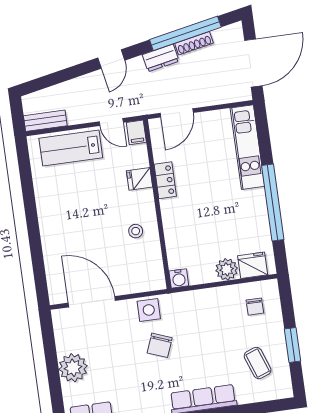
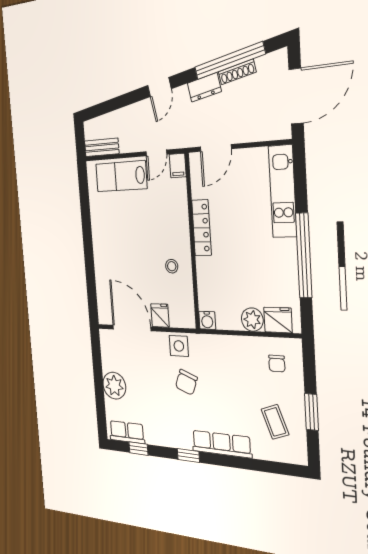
door: (111, 122) -> (156, 153), hinge flipped
fridge: (139, 179) -> (160, 315), moved, turned 90
locker: (165, 180) -> (202, 228), width x1.53

